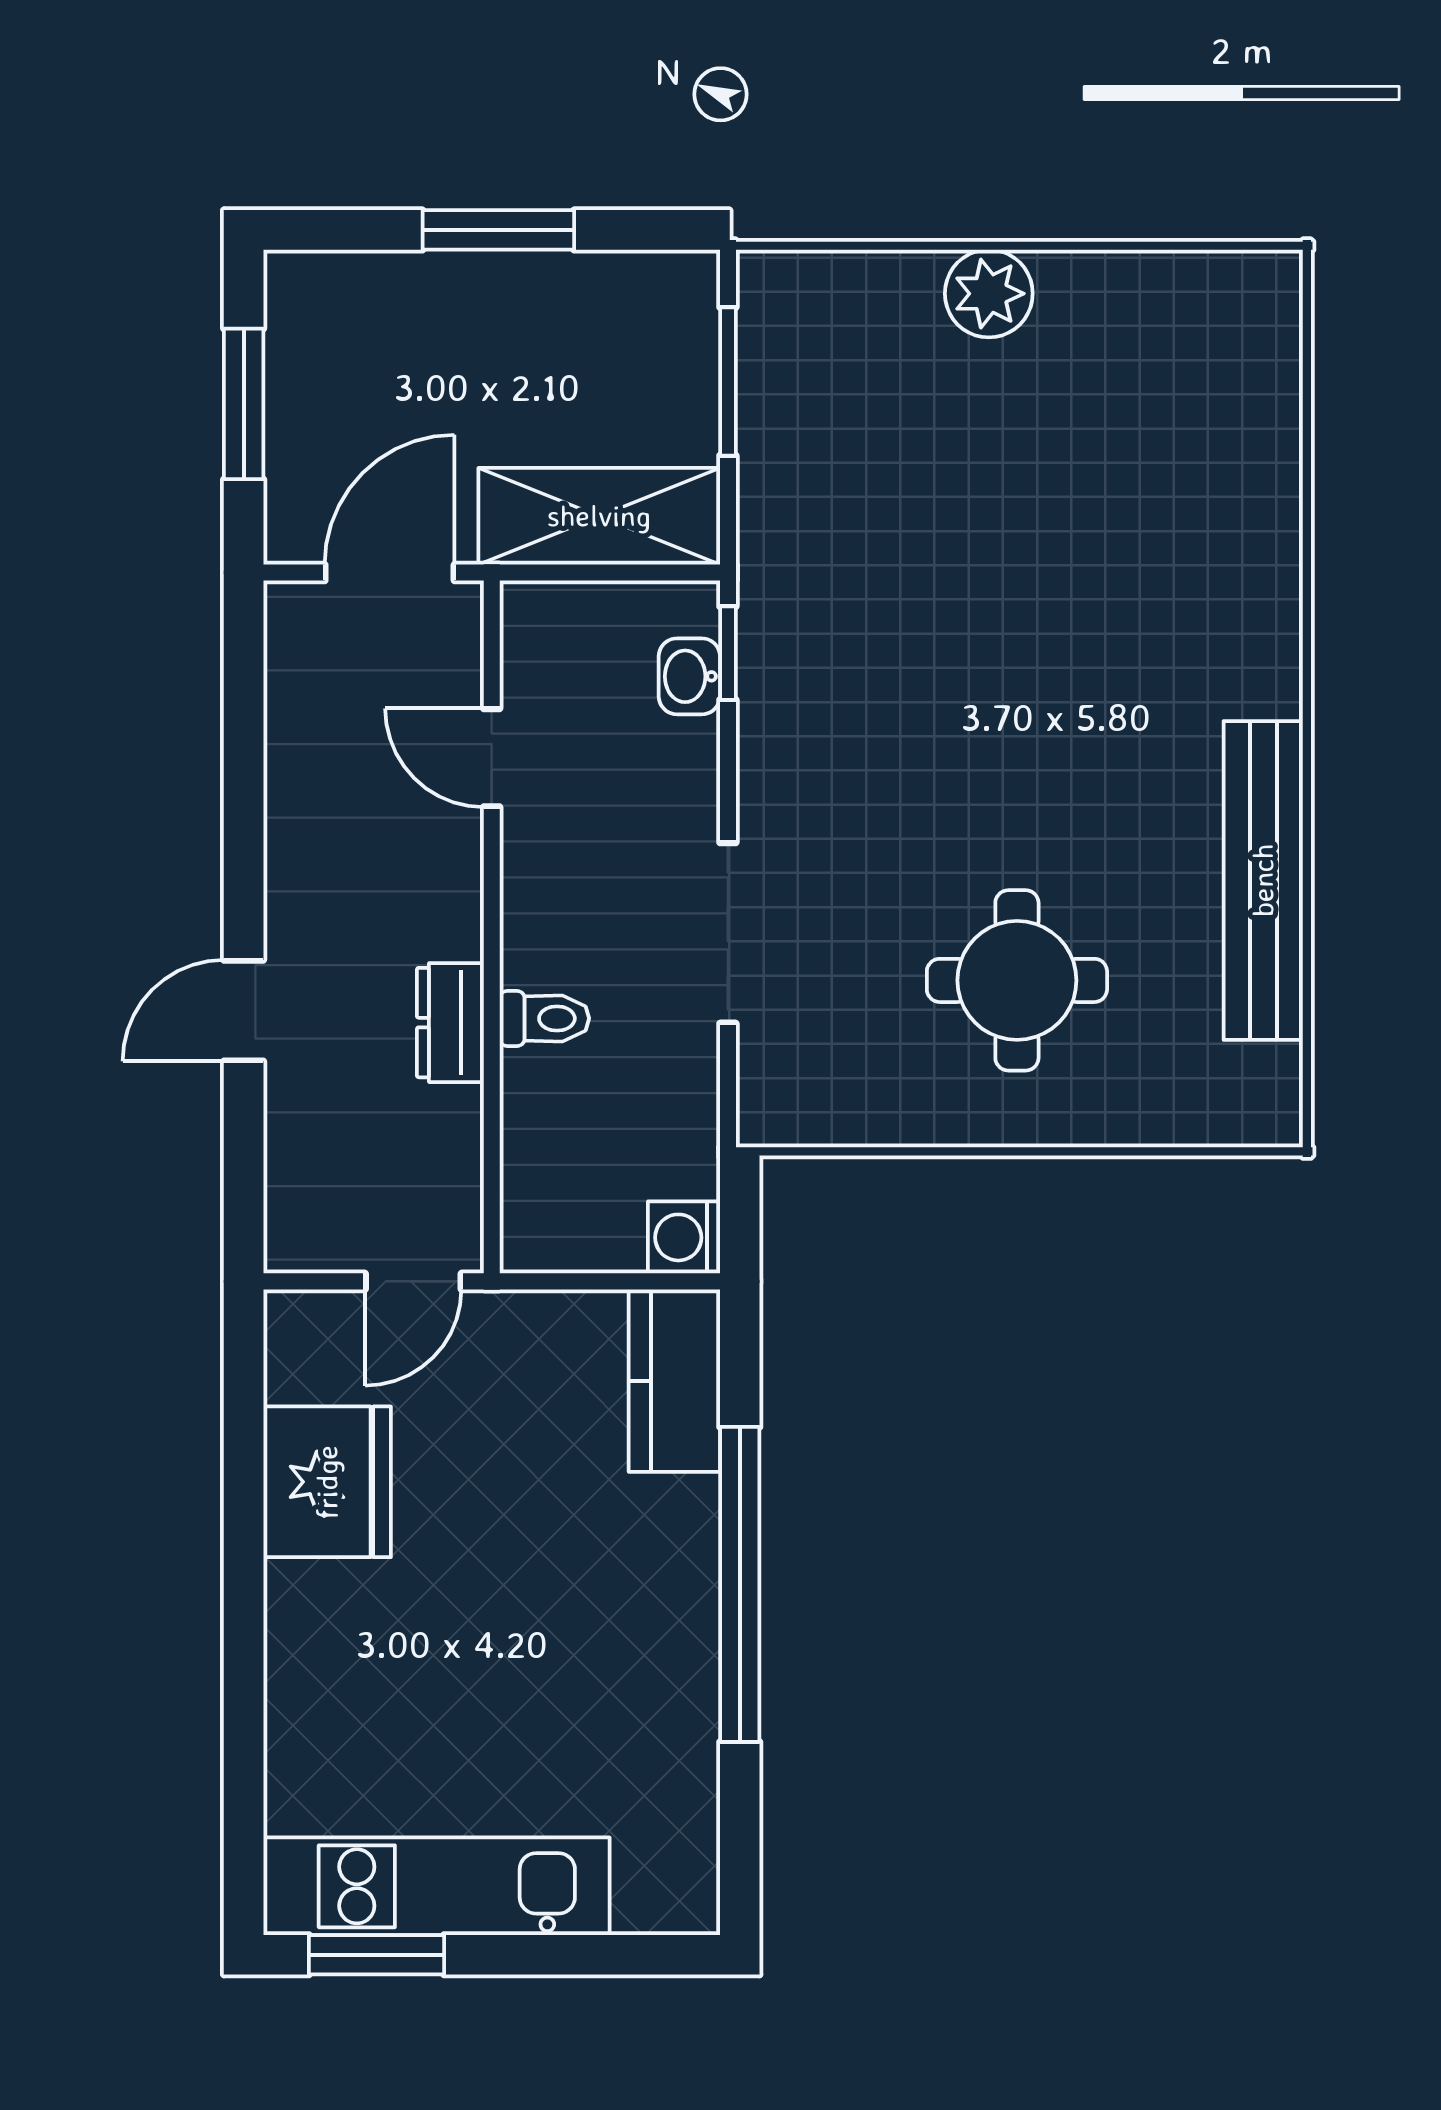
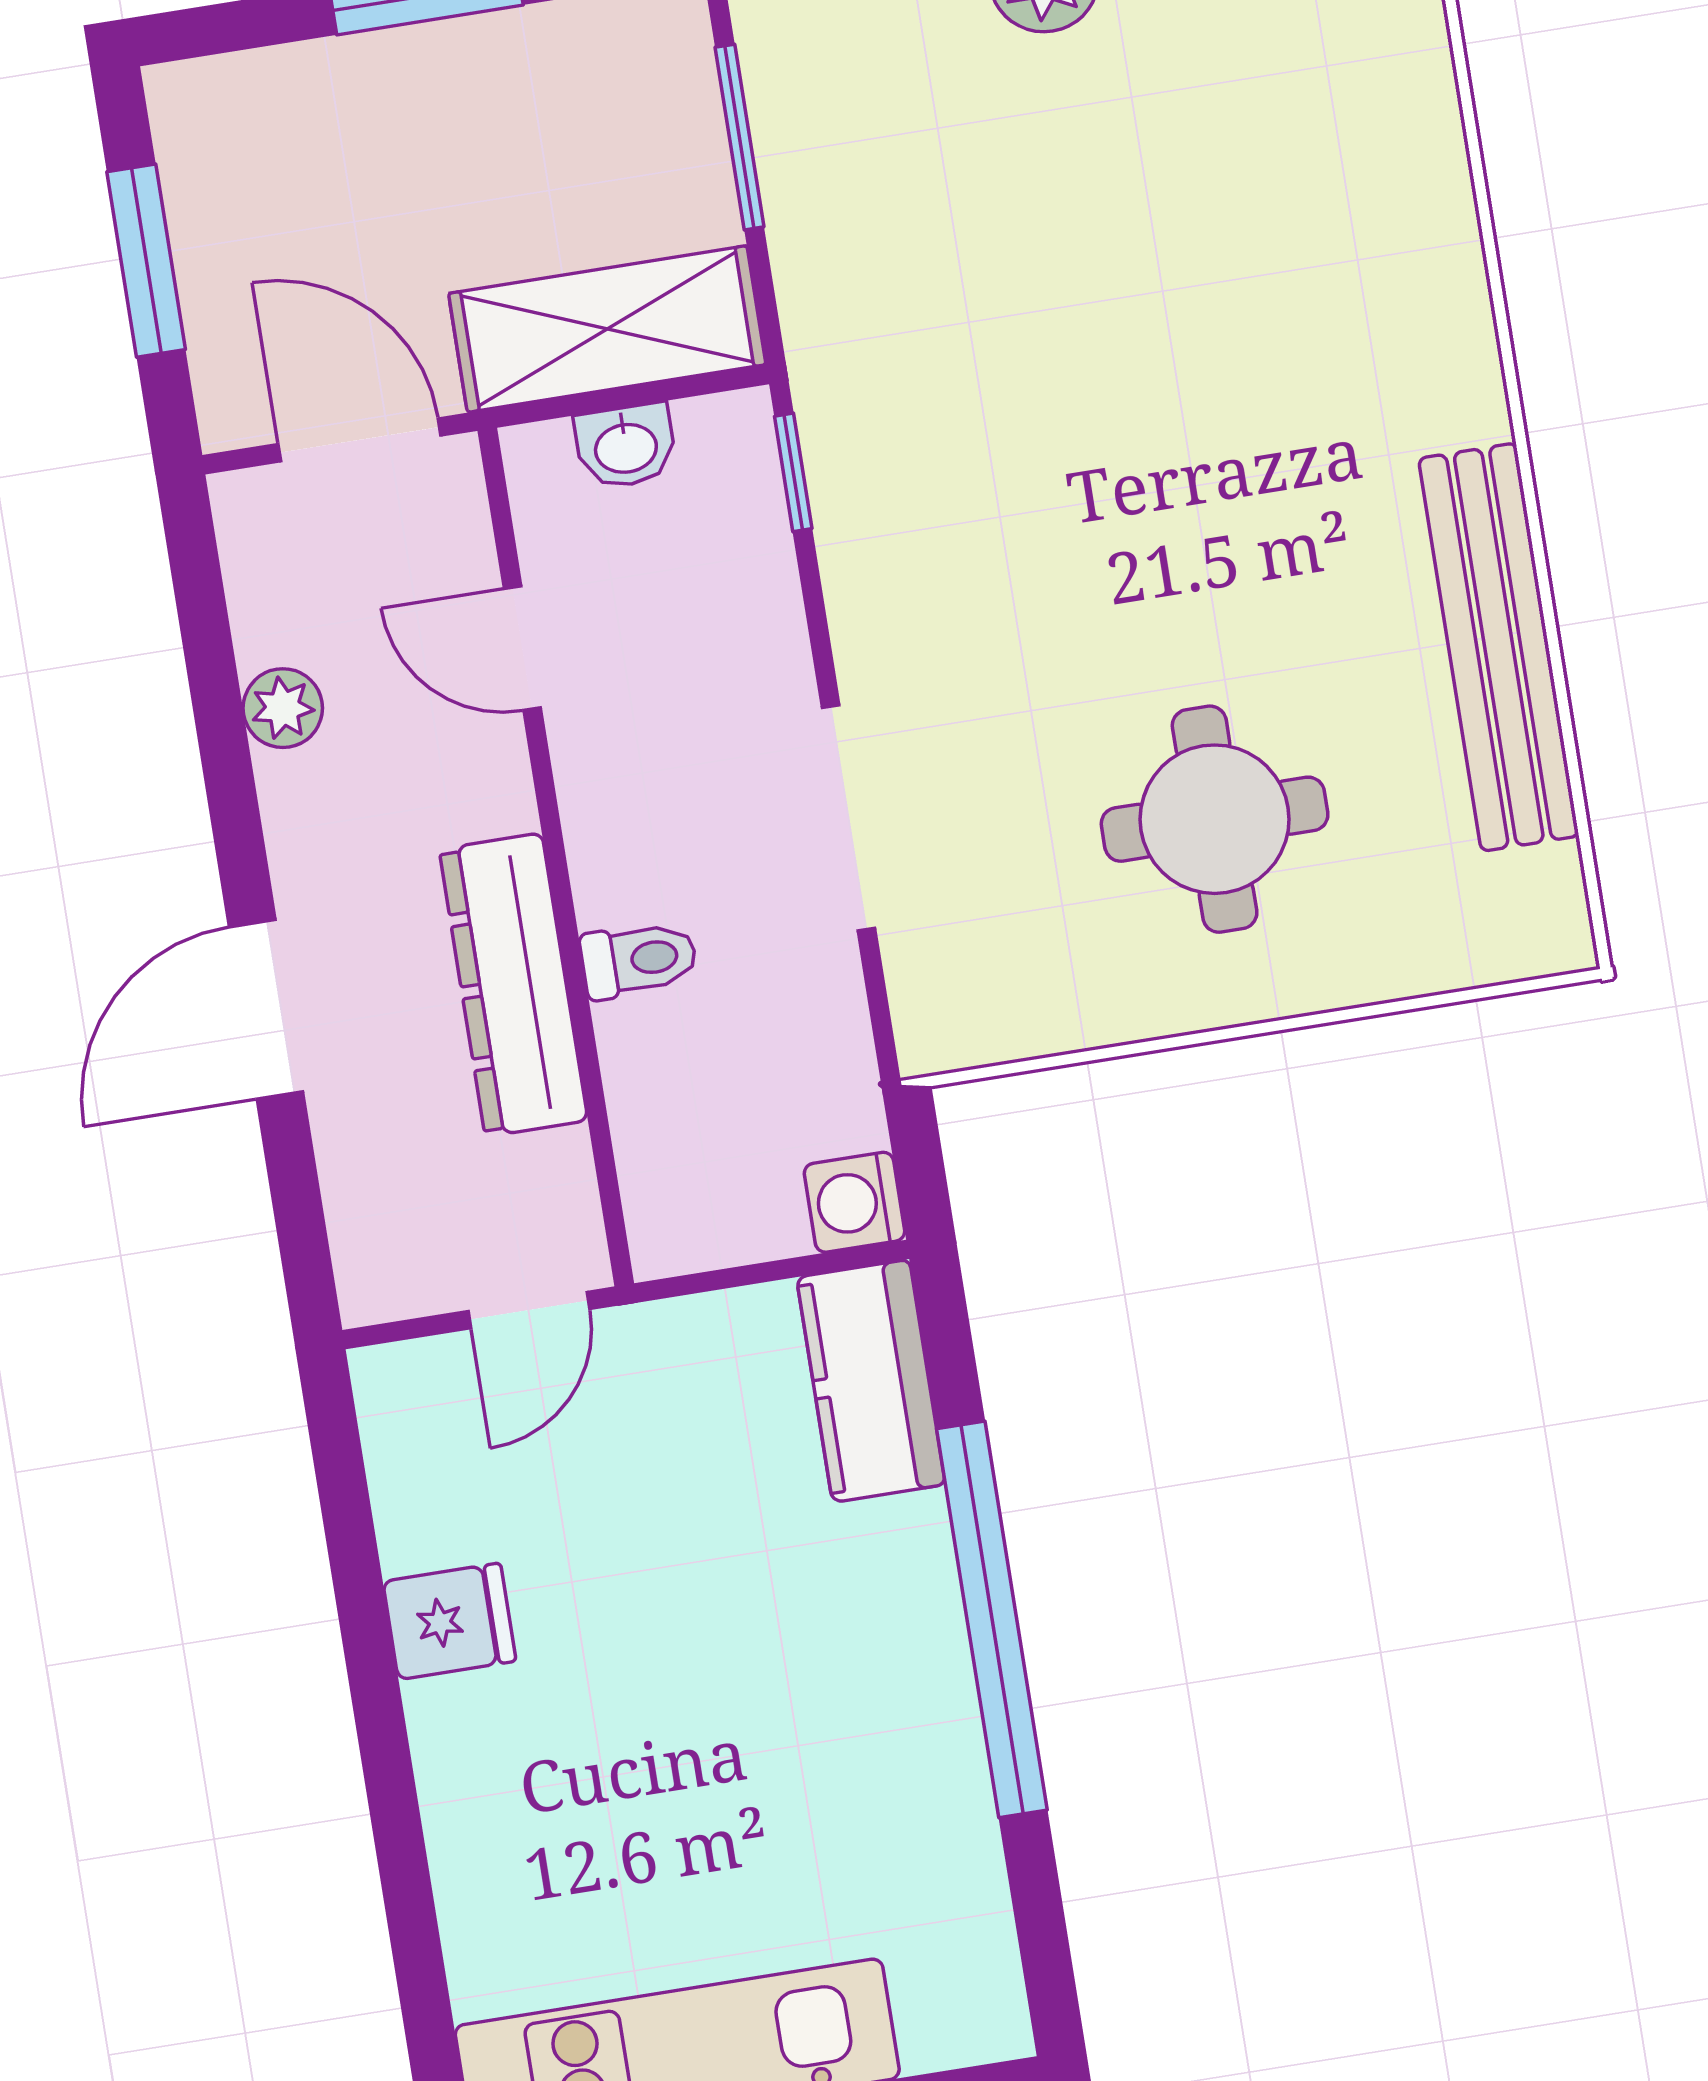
door: (390, 573) -> (360, 440), hinge flipped
washbasin: (689, 676) -> (626, 446), moved, turned -90
plant: (295, 775) -> (283, 708), added
door: (244, 1011) -> (266, 1009), width x1.38
dresser: (450, 1023) -> (514, 985), width x1.96, depth x1.24
fridge: (327, 1482) -> (449, 1621), width x0.53, depth x0.75

